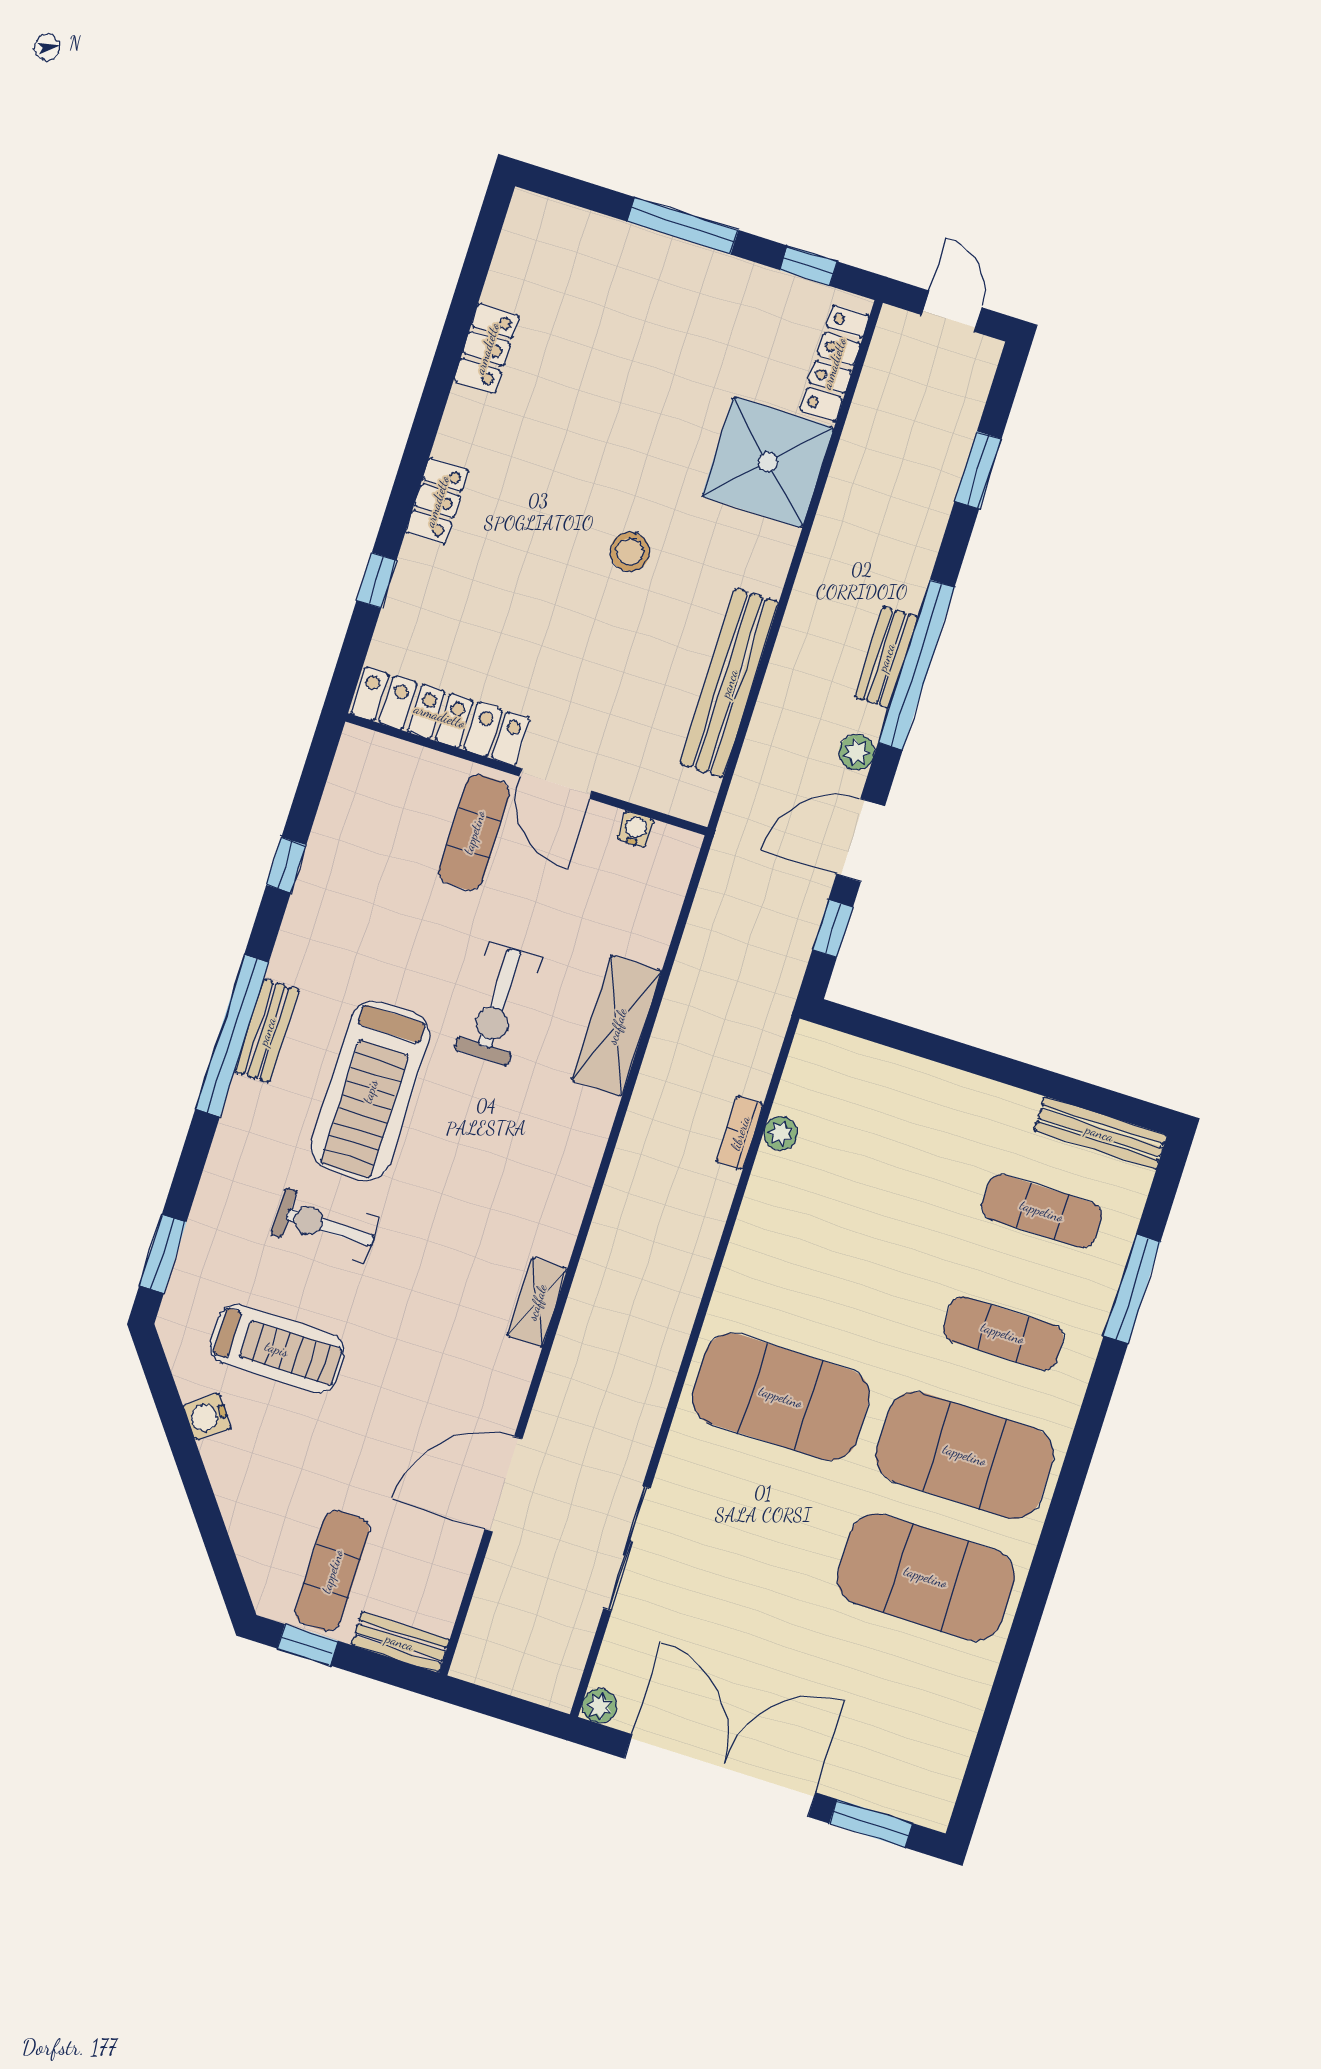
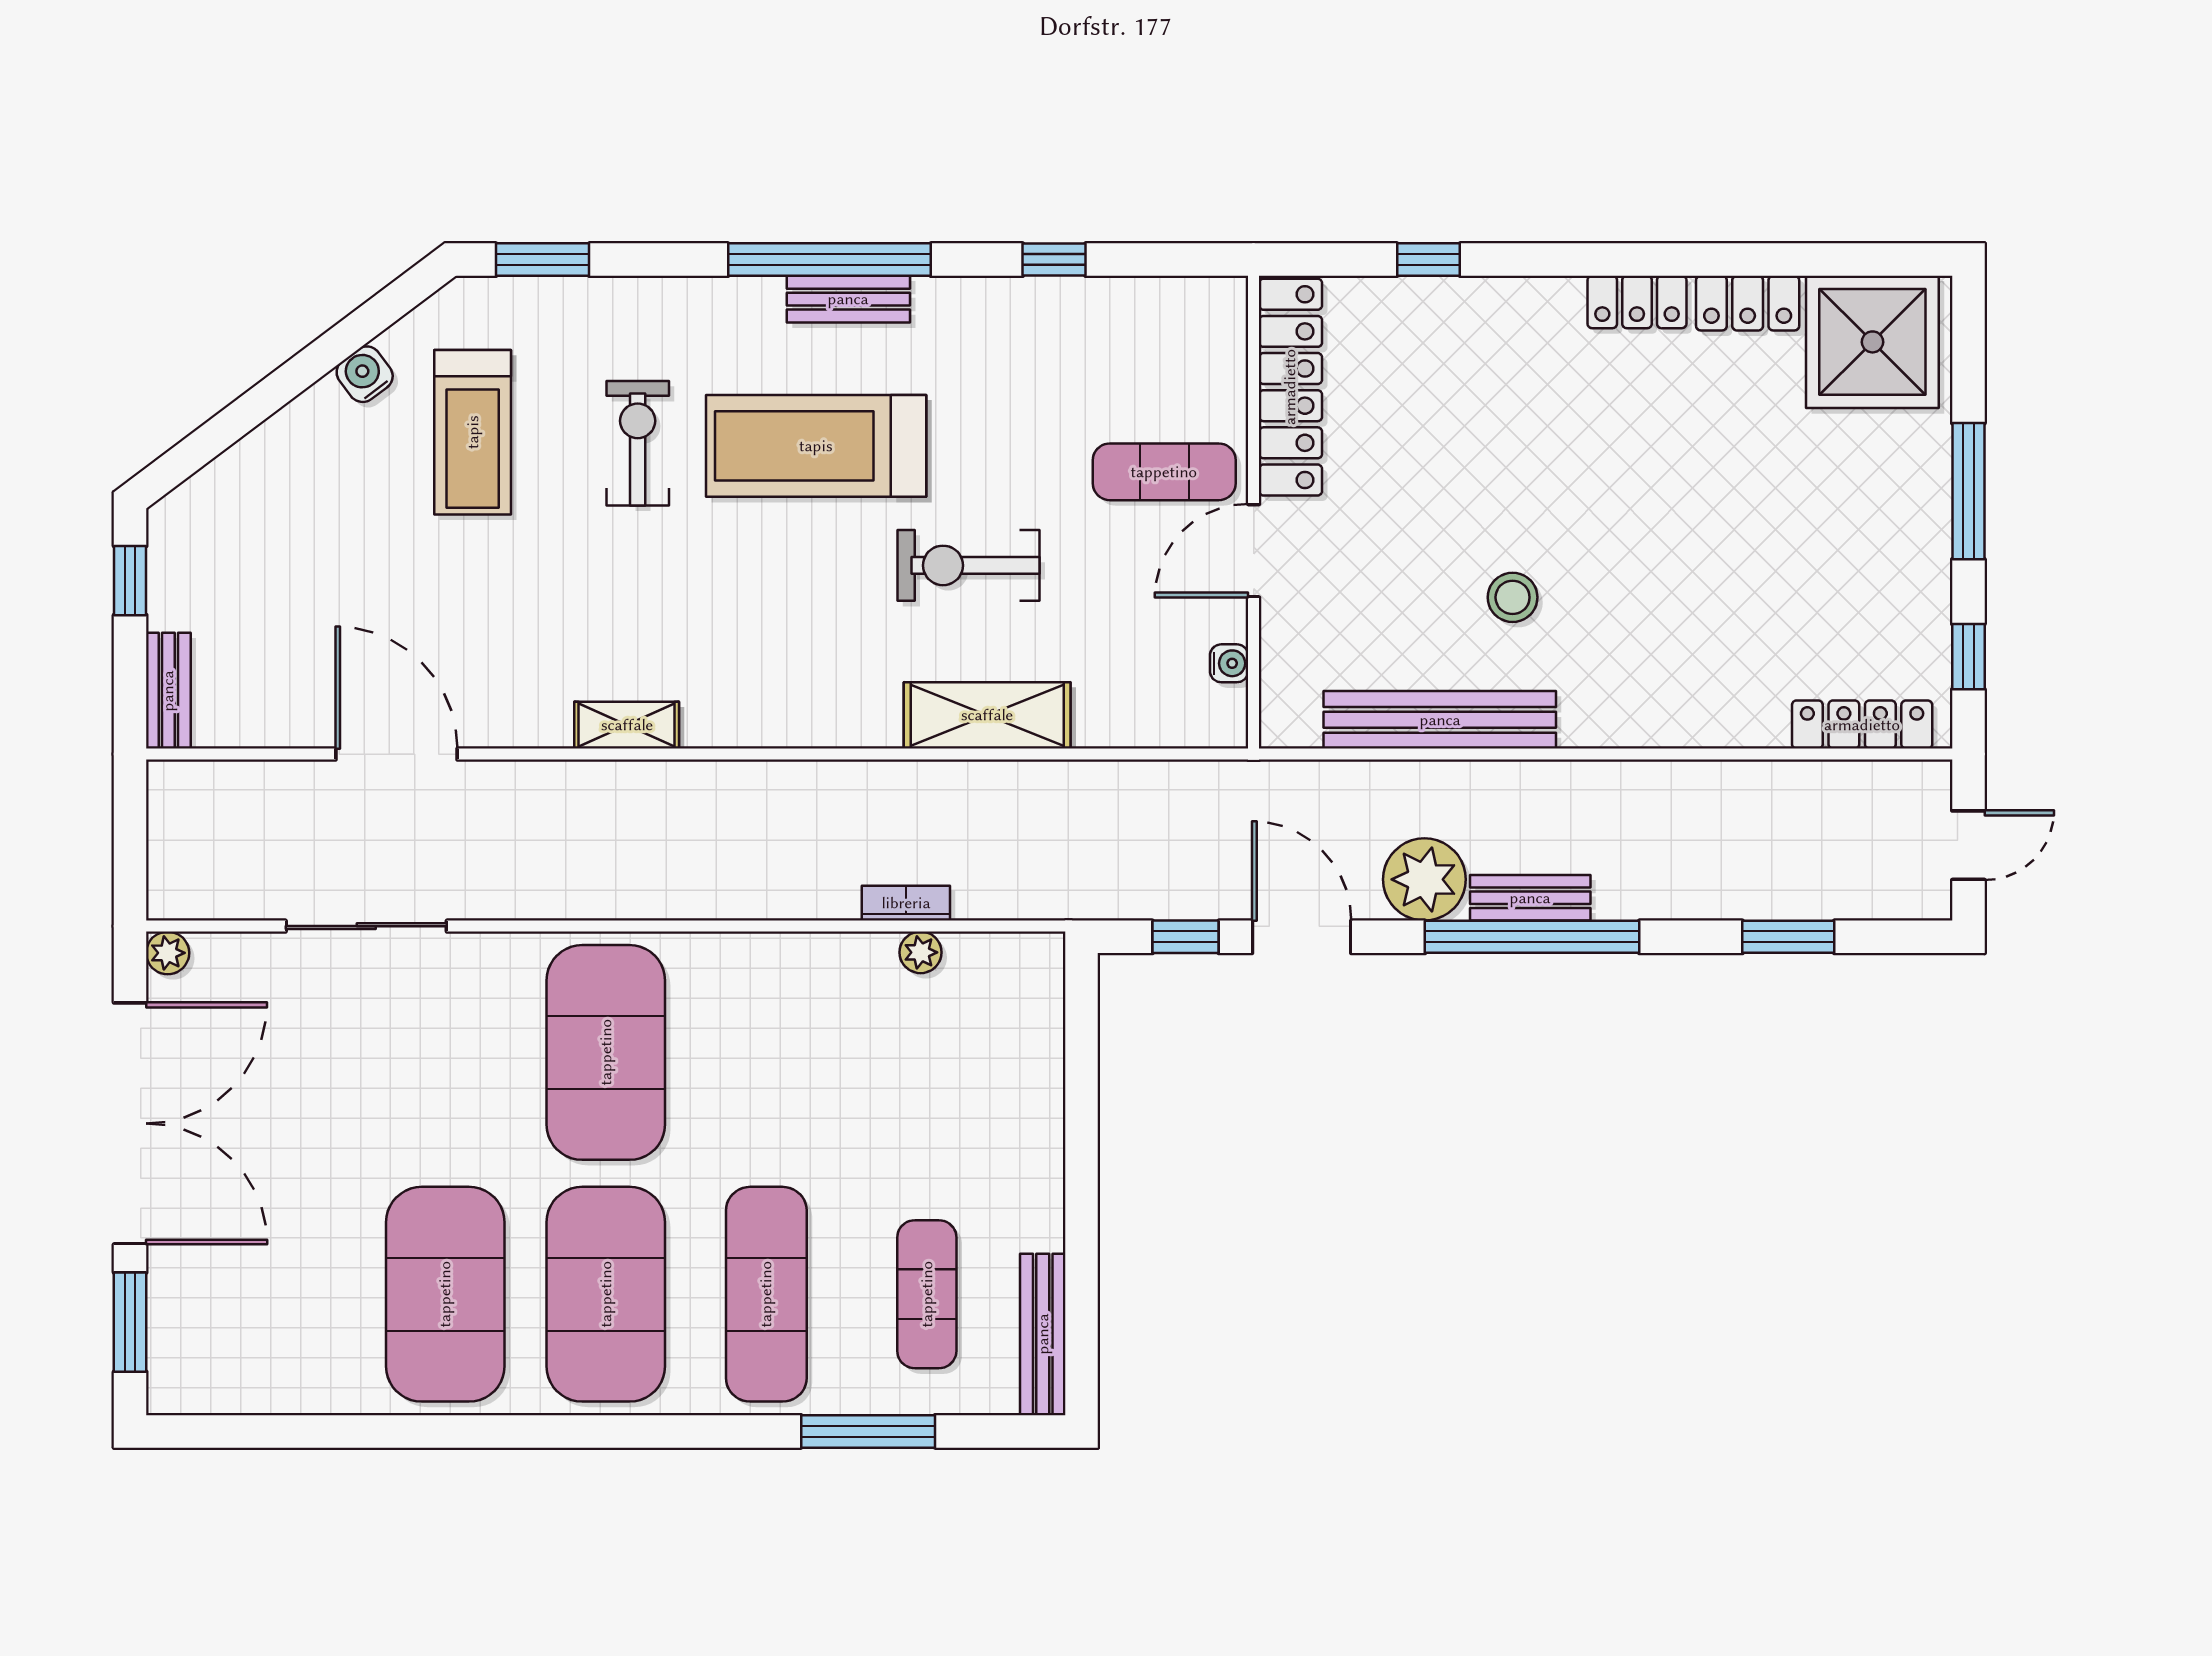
shower: (768, 462) -> (1872, 342), moved
locker: (437, 501) -> (1637, 302), moved
stool: (630, 552) -> (1513, 597), moved
plant: (857, 752) -> (1424, 879), width x1.88, depth x1.88
exercise mat: (1003, 1333) -> (766, 1294), width x1.36, depth x1.45
exercise mat: (332, 1571) -> (228, 582), removed

